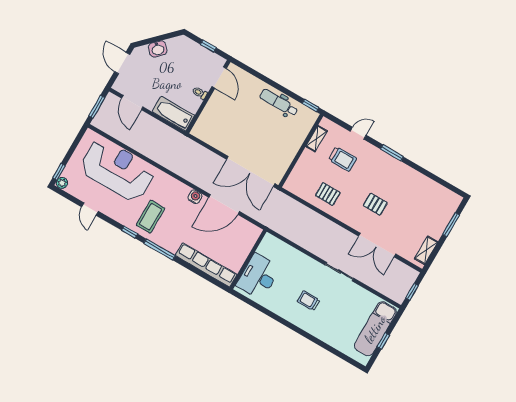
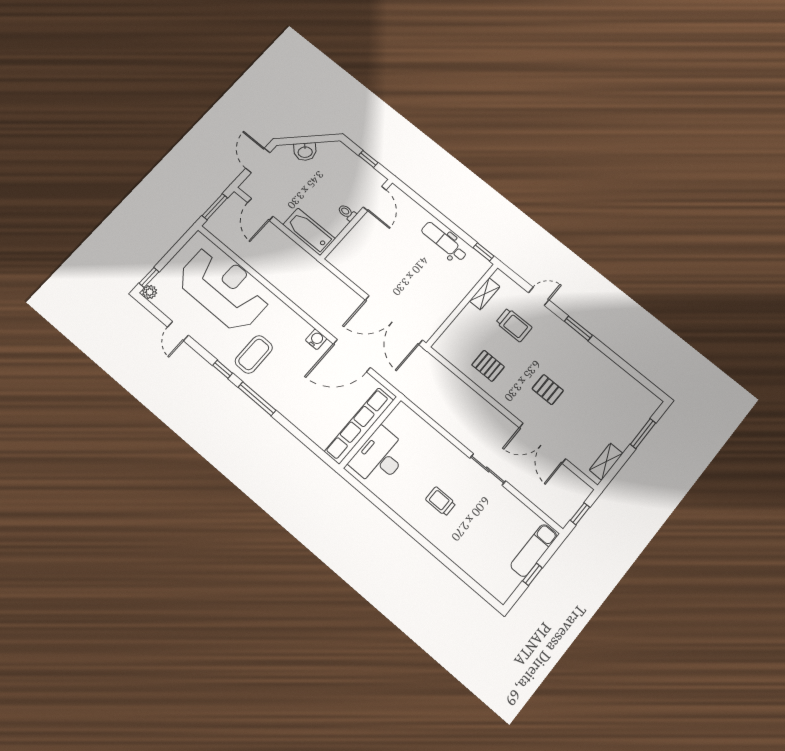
row of seats: (206, 265) -> (359, 426), moved, turned -90
exam couch: (375, 329) -> (534, 550), width x0.73, depth x0.69

